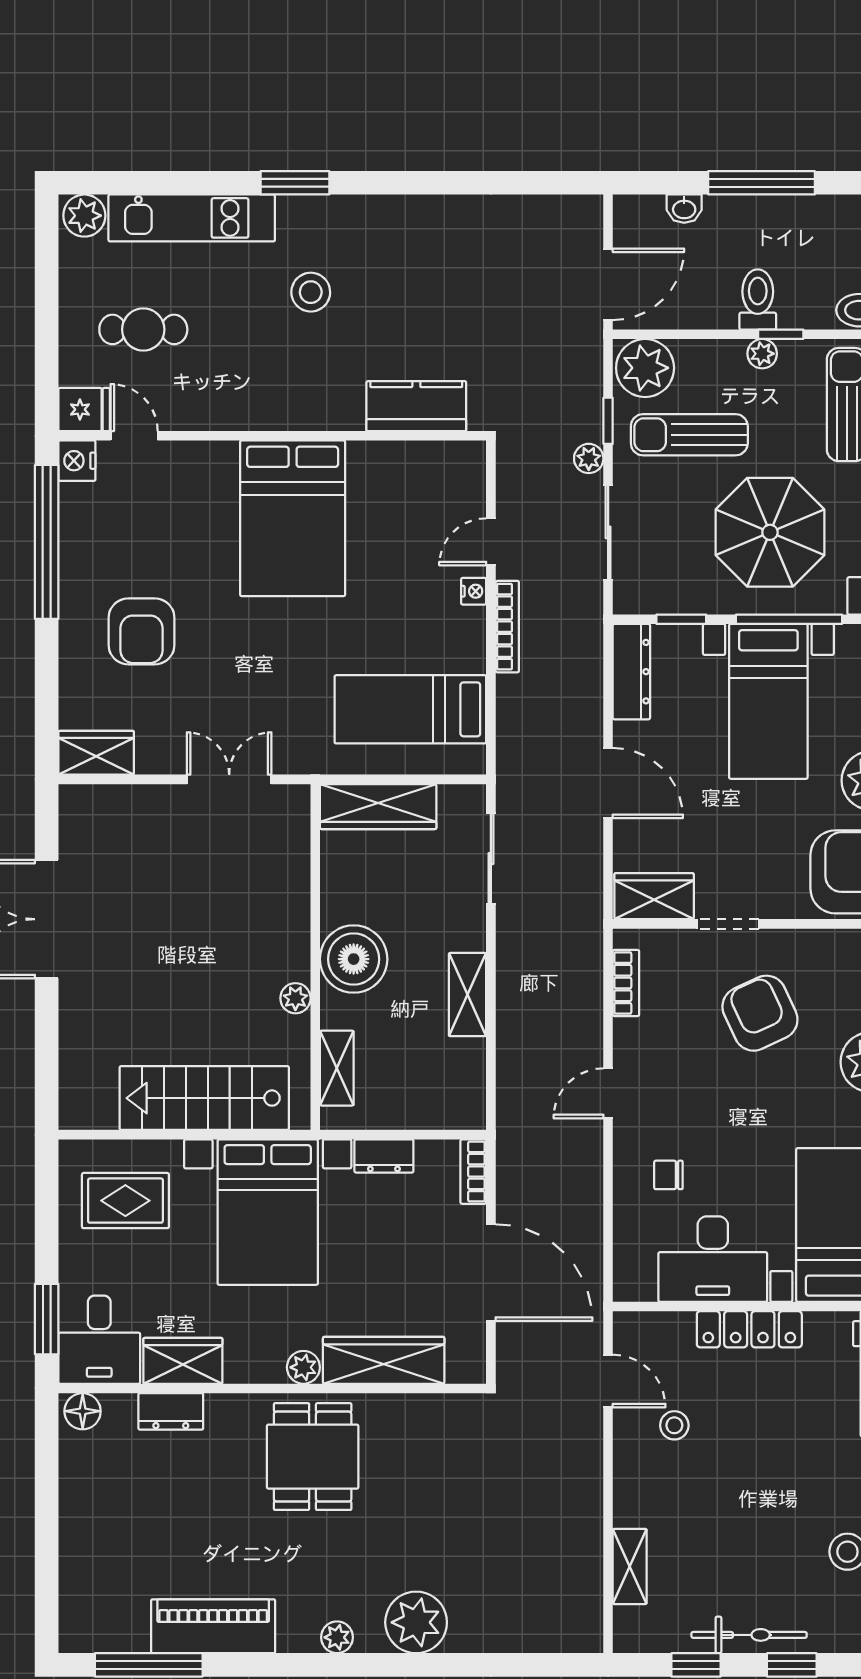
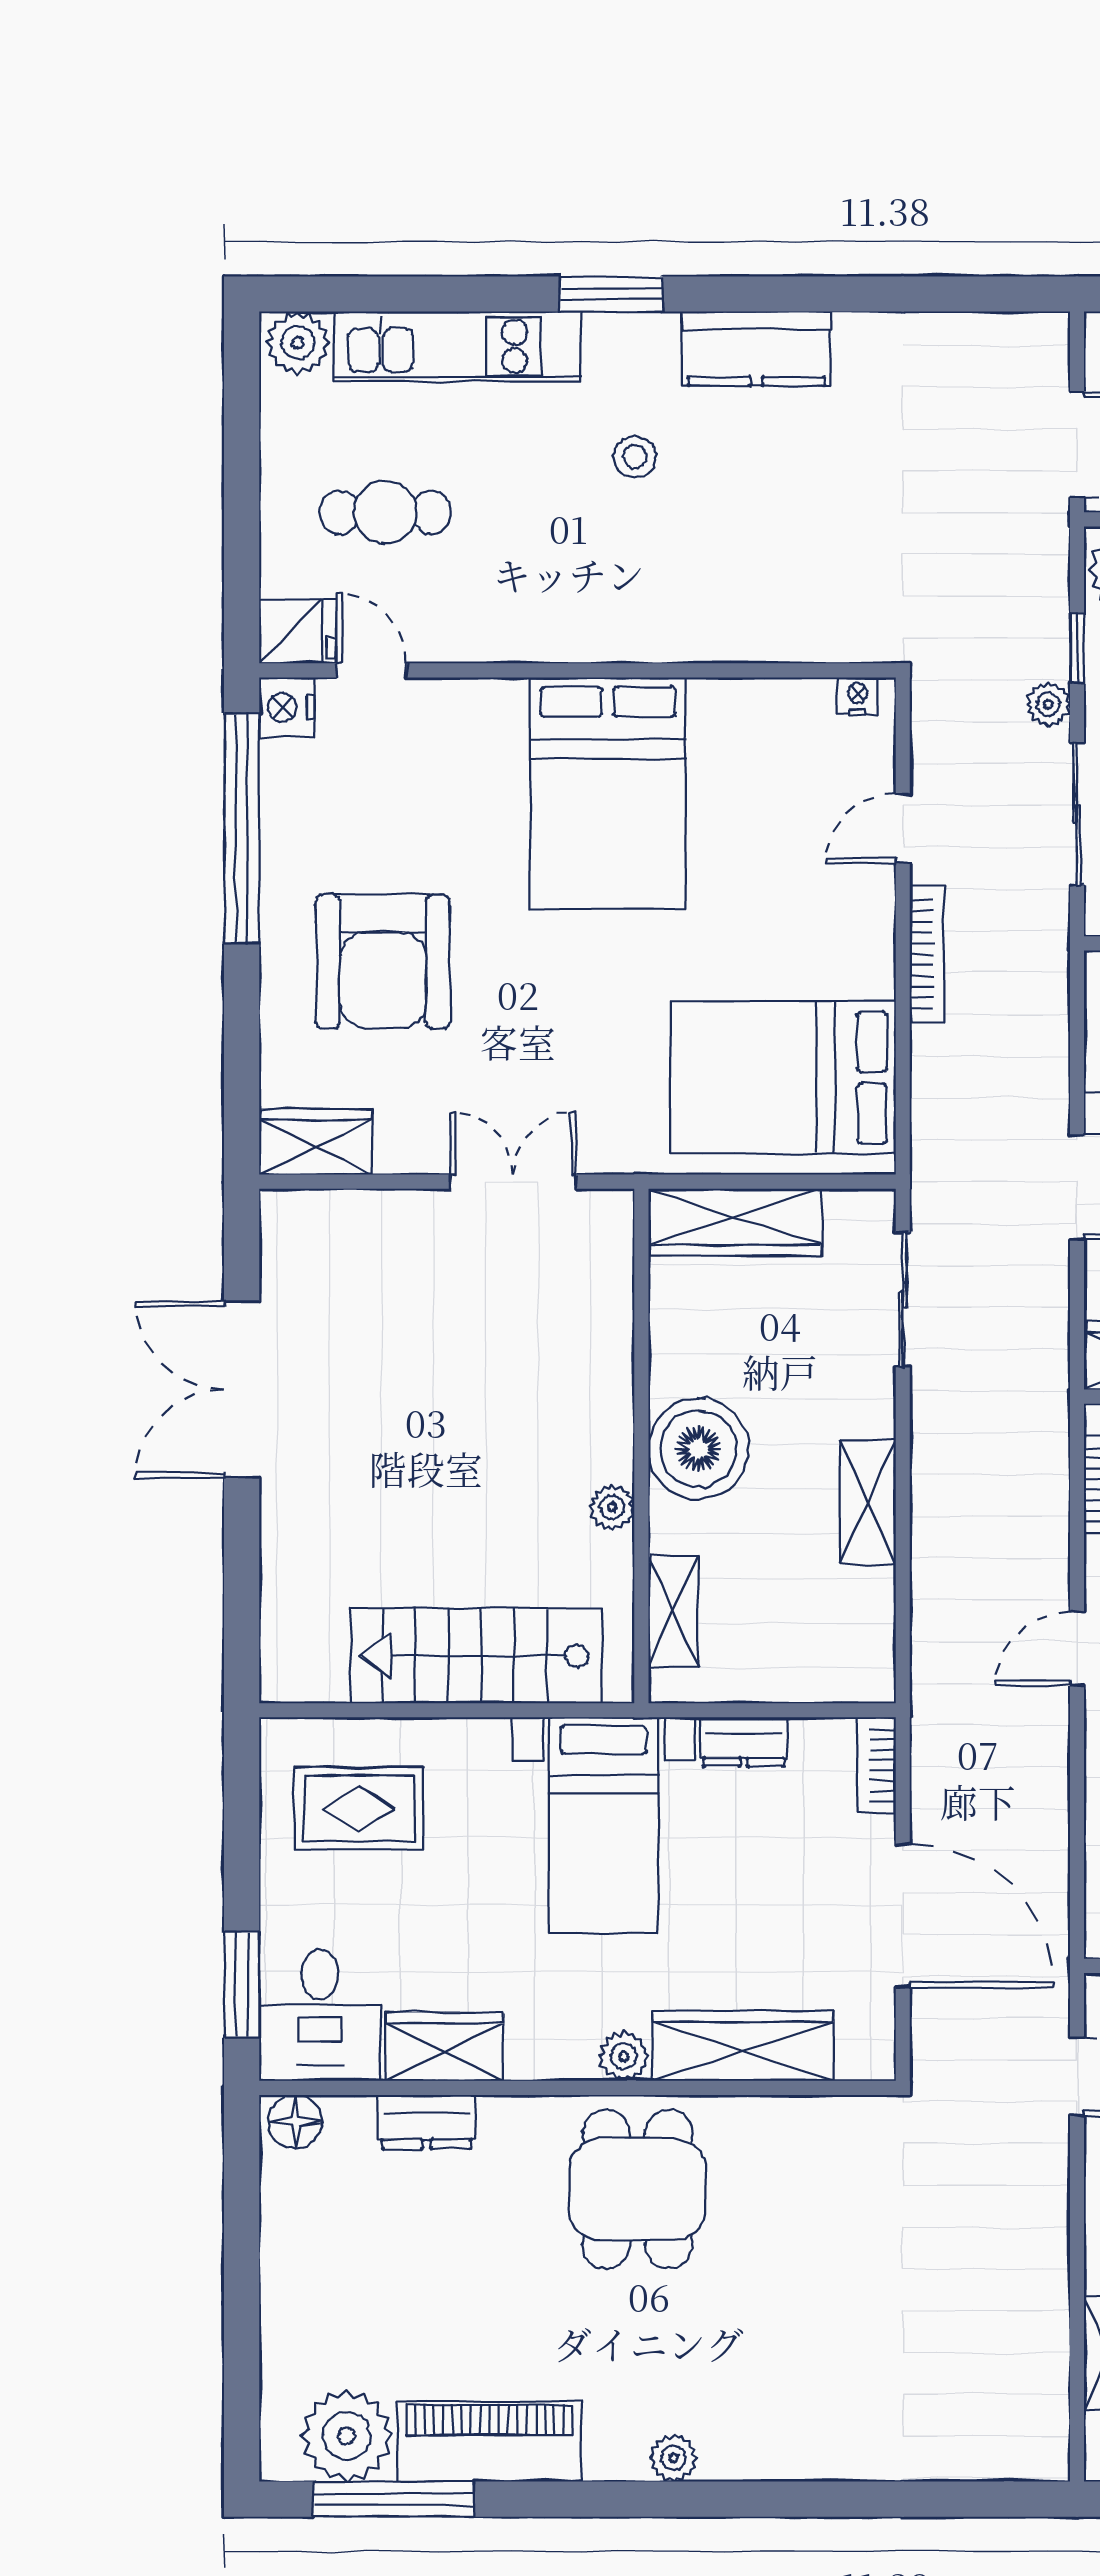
stool: (311, 292) -> (635, 457), width x0.73, depth x0.73
kitchen counter: (416, 406) -> (756, 349), moved, turned 180
nightstand: (474, 591) -> (857, 696), moved, turned -90
armchair: (142, 631) -> (383, 961), width x1.36, depth x1.36
bed: (410, 709) -> (783, 1077), width x1.50
bed with nightstands: (268, 1212) -> (604, 1825), width x0.73
plant: (416, 1622) -> (347, 2436), moved

